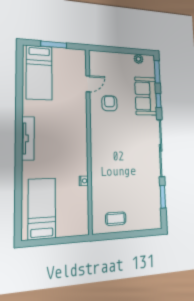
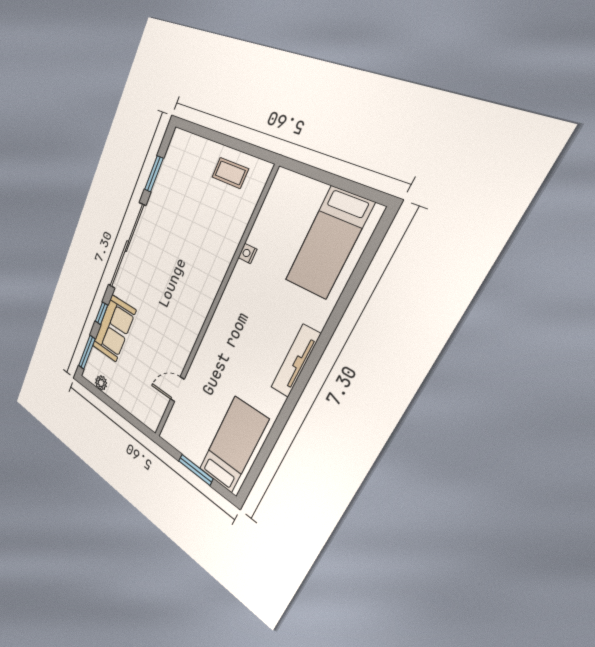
armchair: (109, 103) -> (162, 346), removed

